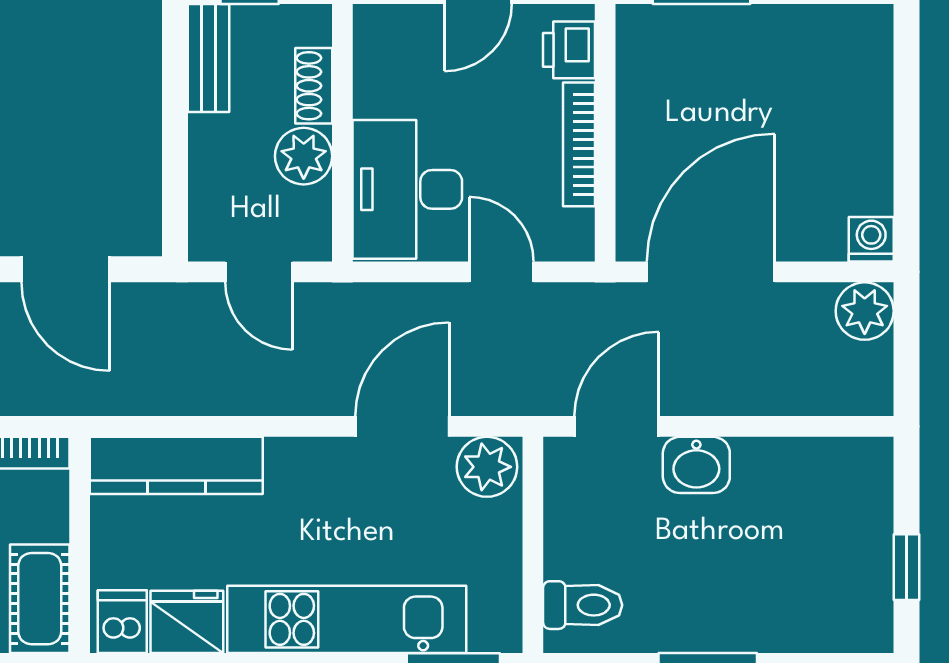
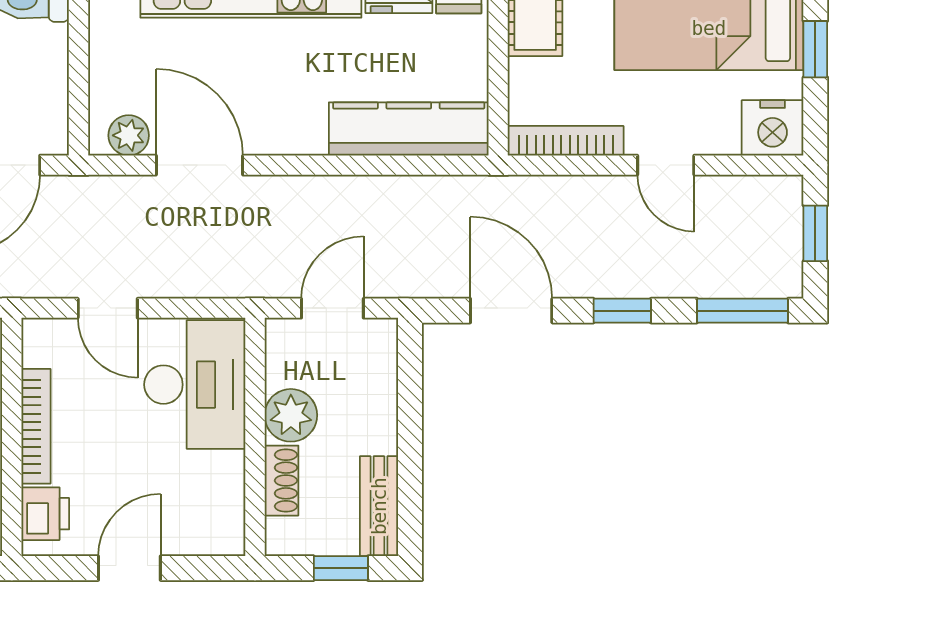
door: (259, 272) -> (332, 308), hinge flipped
door: (402, 426) -> (200, 165), swing flipped
plant: (487, 467) -> (129, 135), width x0.73, depth x0.73

